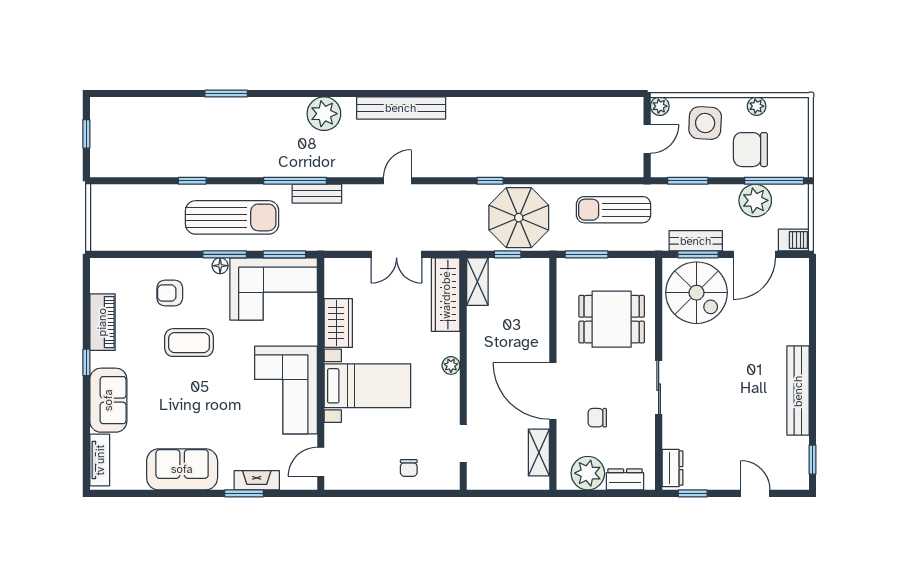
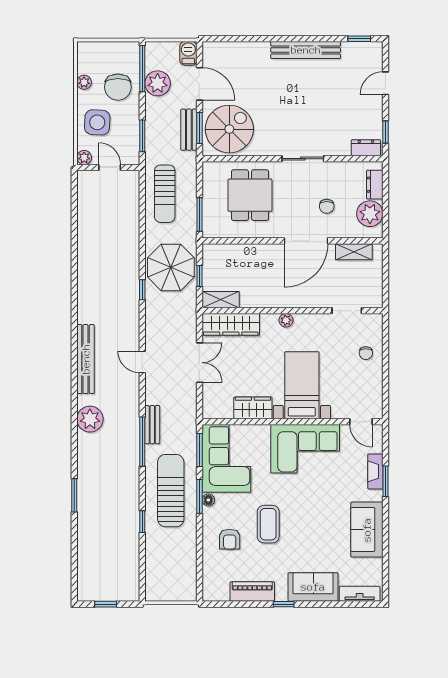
chair: (409, 468) -> (366, 353), turned 90

